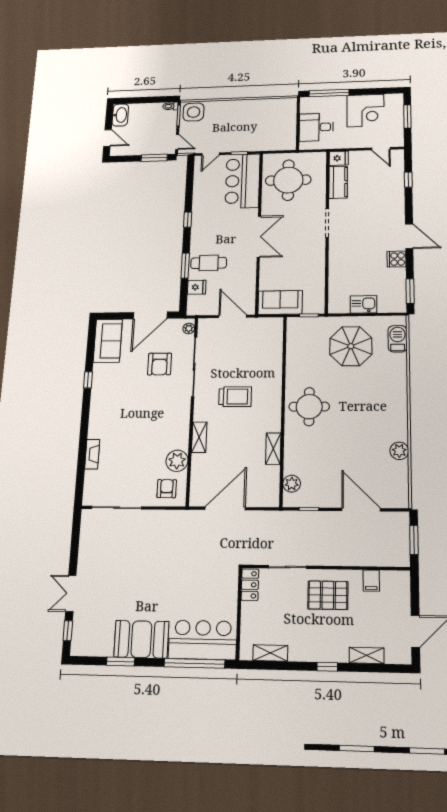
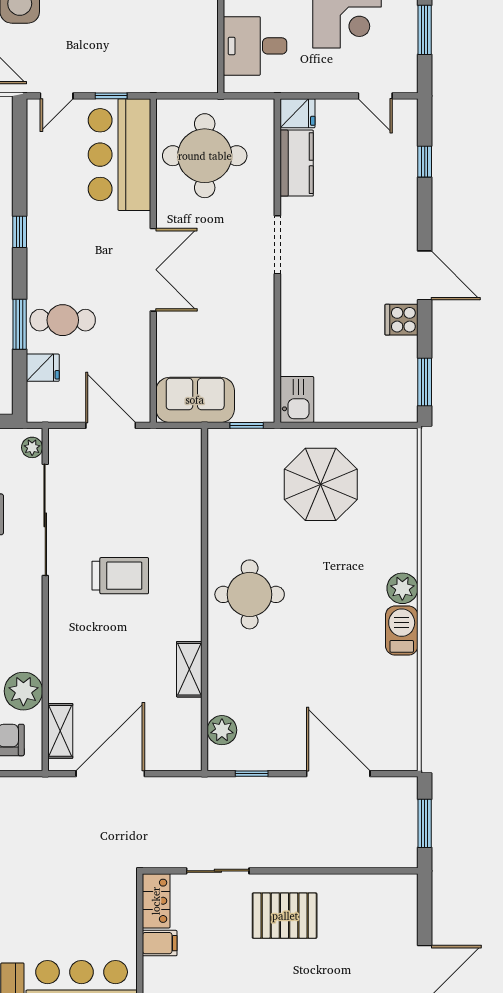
kitchen sink: (363, 304) -> (297, 400), moved, turned 90
barbecue: (398, 339) -> (402, 631), moved
shelving: (199, 437) -> (60, 731), moved
plant: (399, 451) -> (402, 588), moved
filing cabinet: (371, 580) -> (160, 943), moved, turned -90

